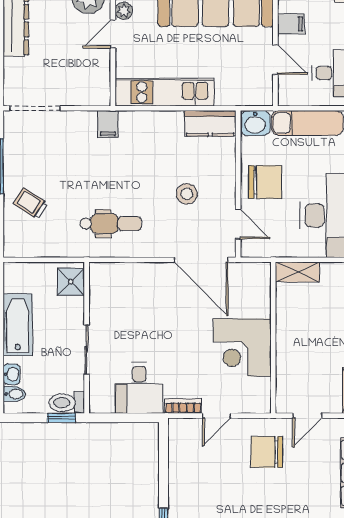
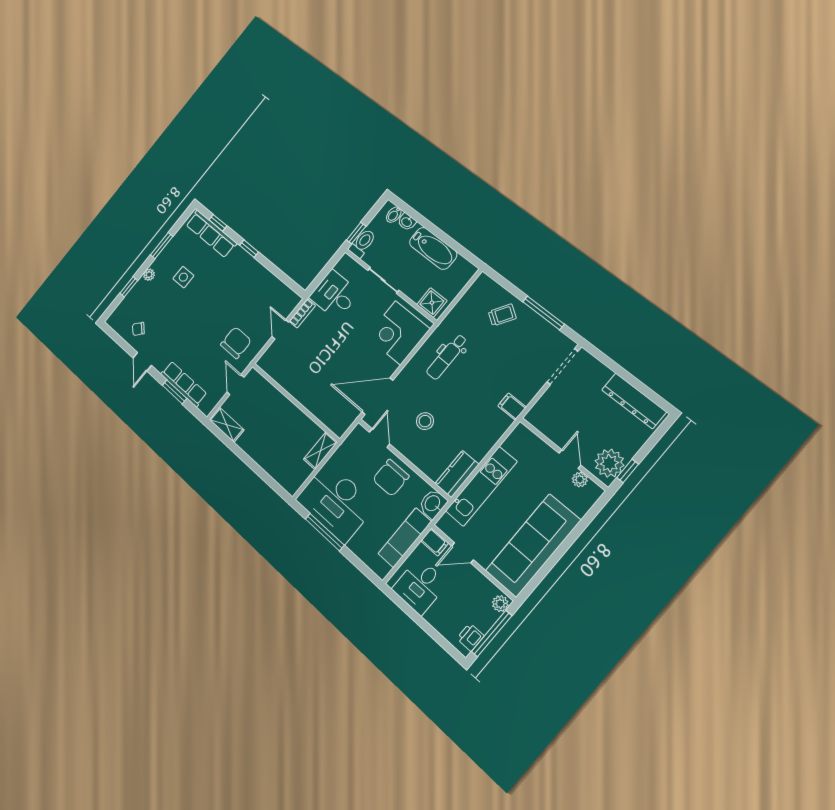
filing cabinet: (291, 24) -> (435, 542), moved, turned -90
kitchen unit: (164, 92) -> (481, 486), moved
door: (238, 224) -> (380, 438), swing flipped
corner desk: (242, 348) -> (398, 333), moved, turned -90

